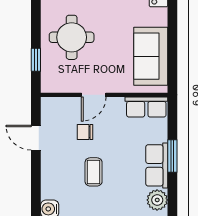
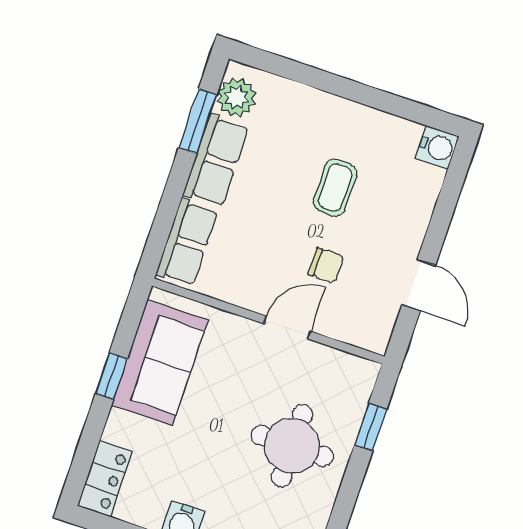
window: (172, 42) -> (111, 376), added
row of seats: (146, 107) -> (187, 243), moved, turned 90
window: (172, 156) -> (198, 121), moved

